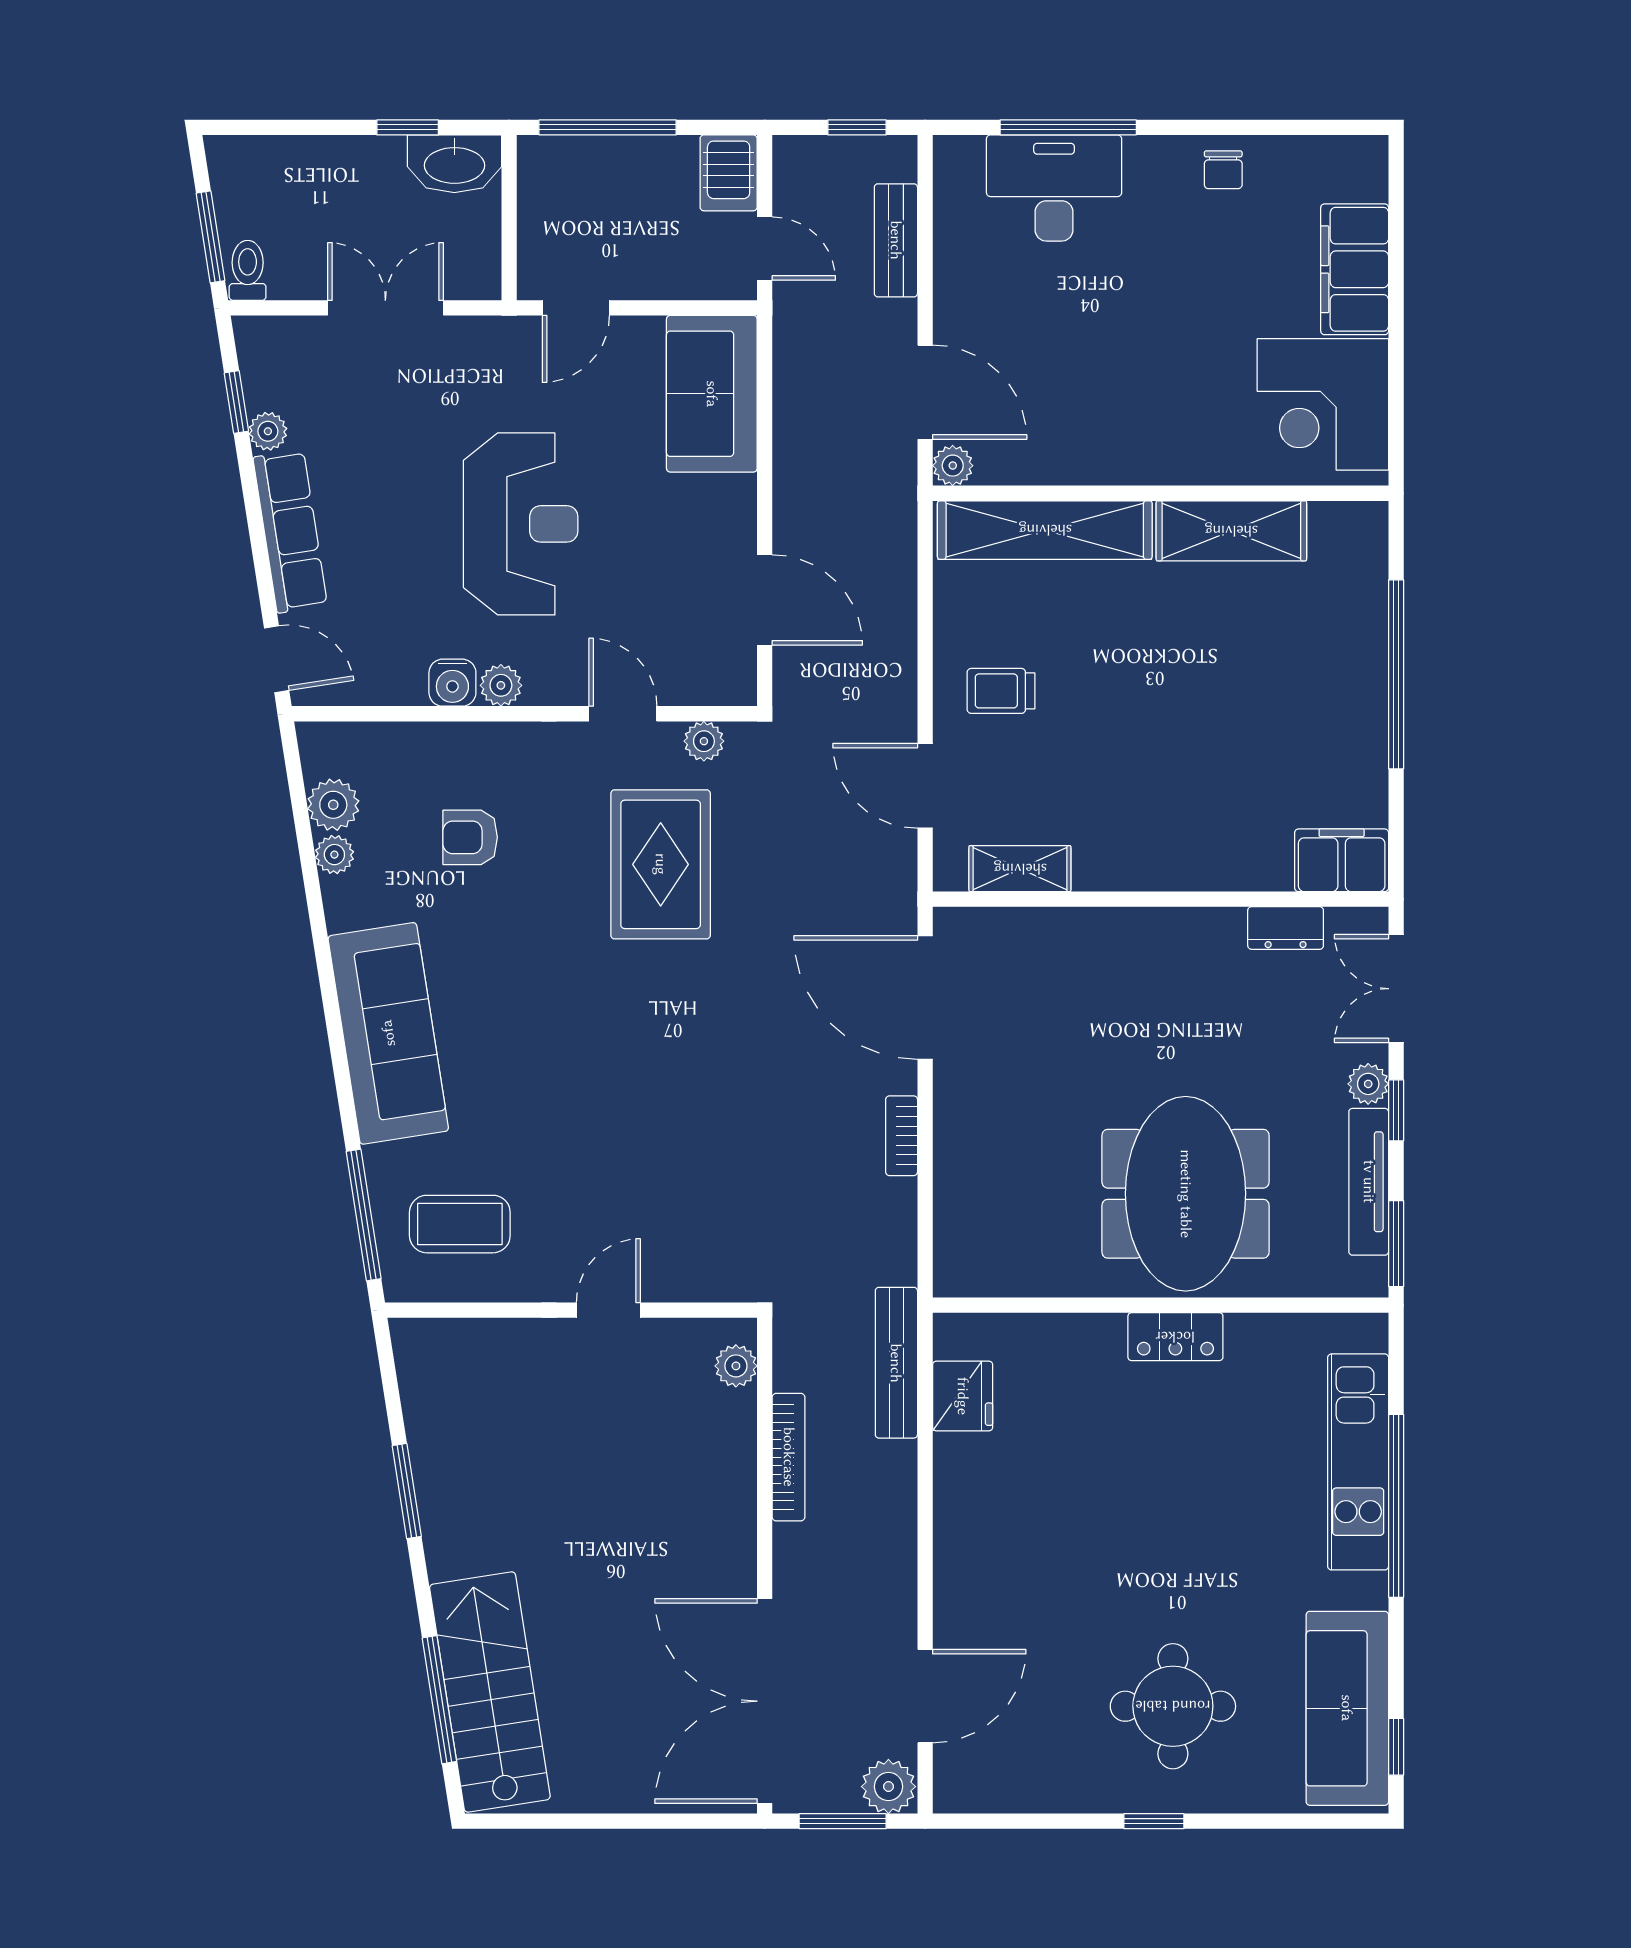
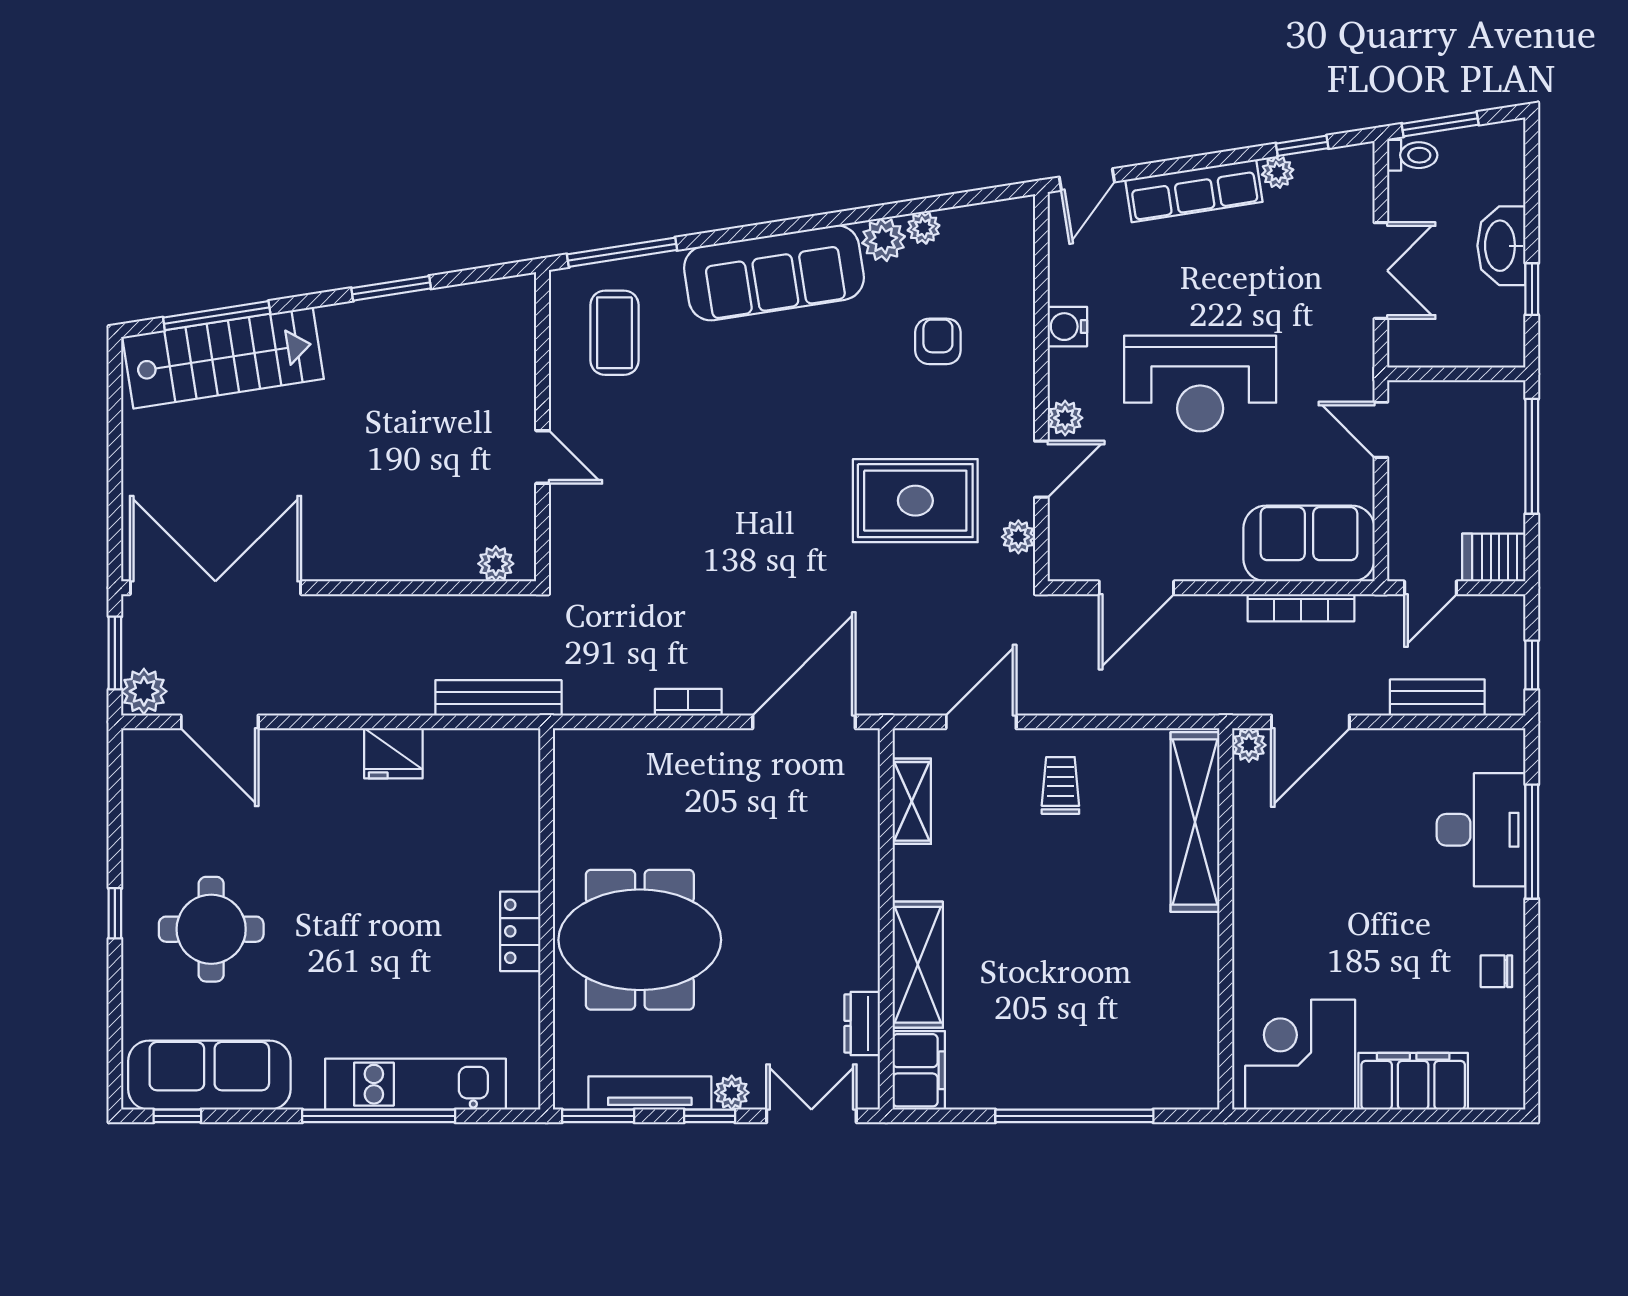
washbasin: (454, 164) -> (1501, 246), moved
shelving: (1231, 531) -> (918, 965), moved
plant: (501, 685) -> (1065, 418), moved
plant: (333, 805) -> (884, 240), moved
fridge: (963, 1396) -> (393, 753), moved
bookcase: (789, 1457) -> (1301, 608), moved

